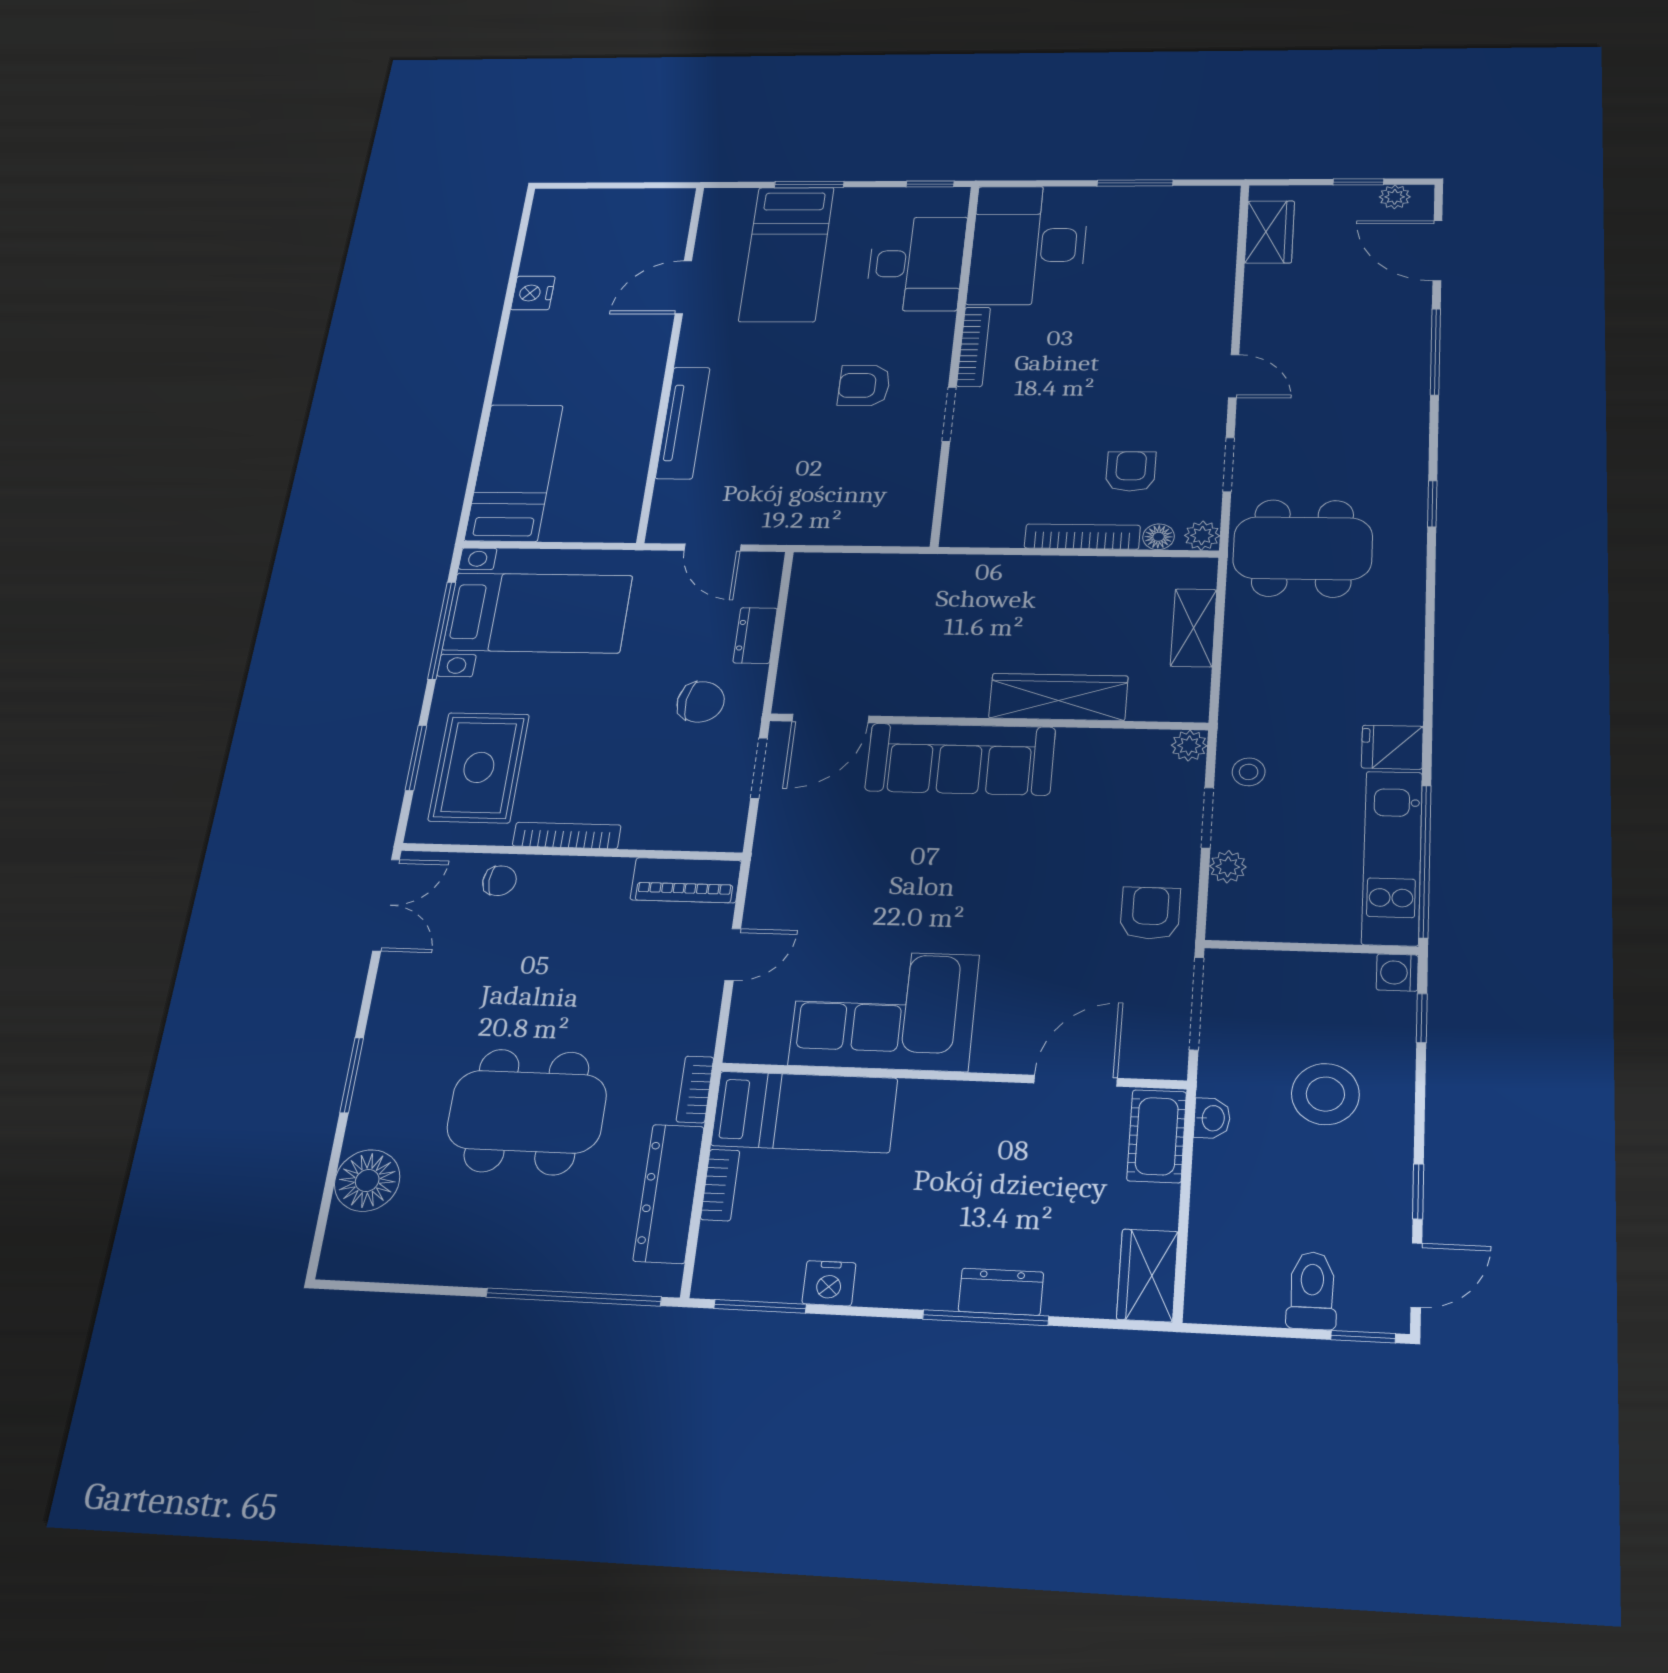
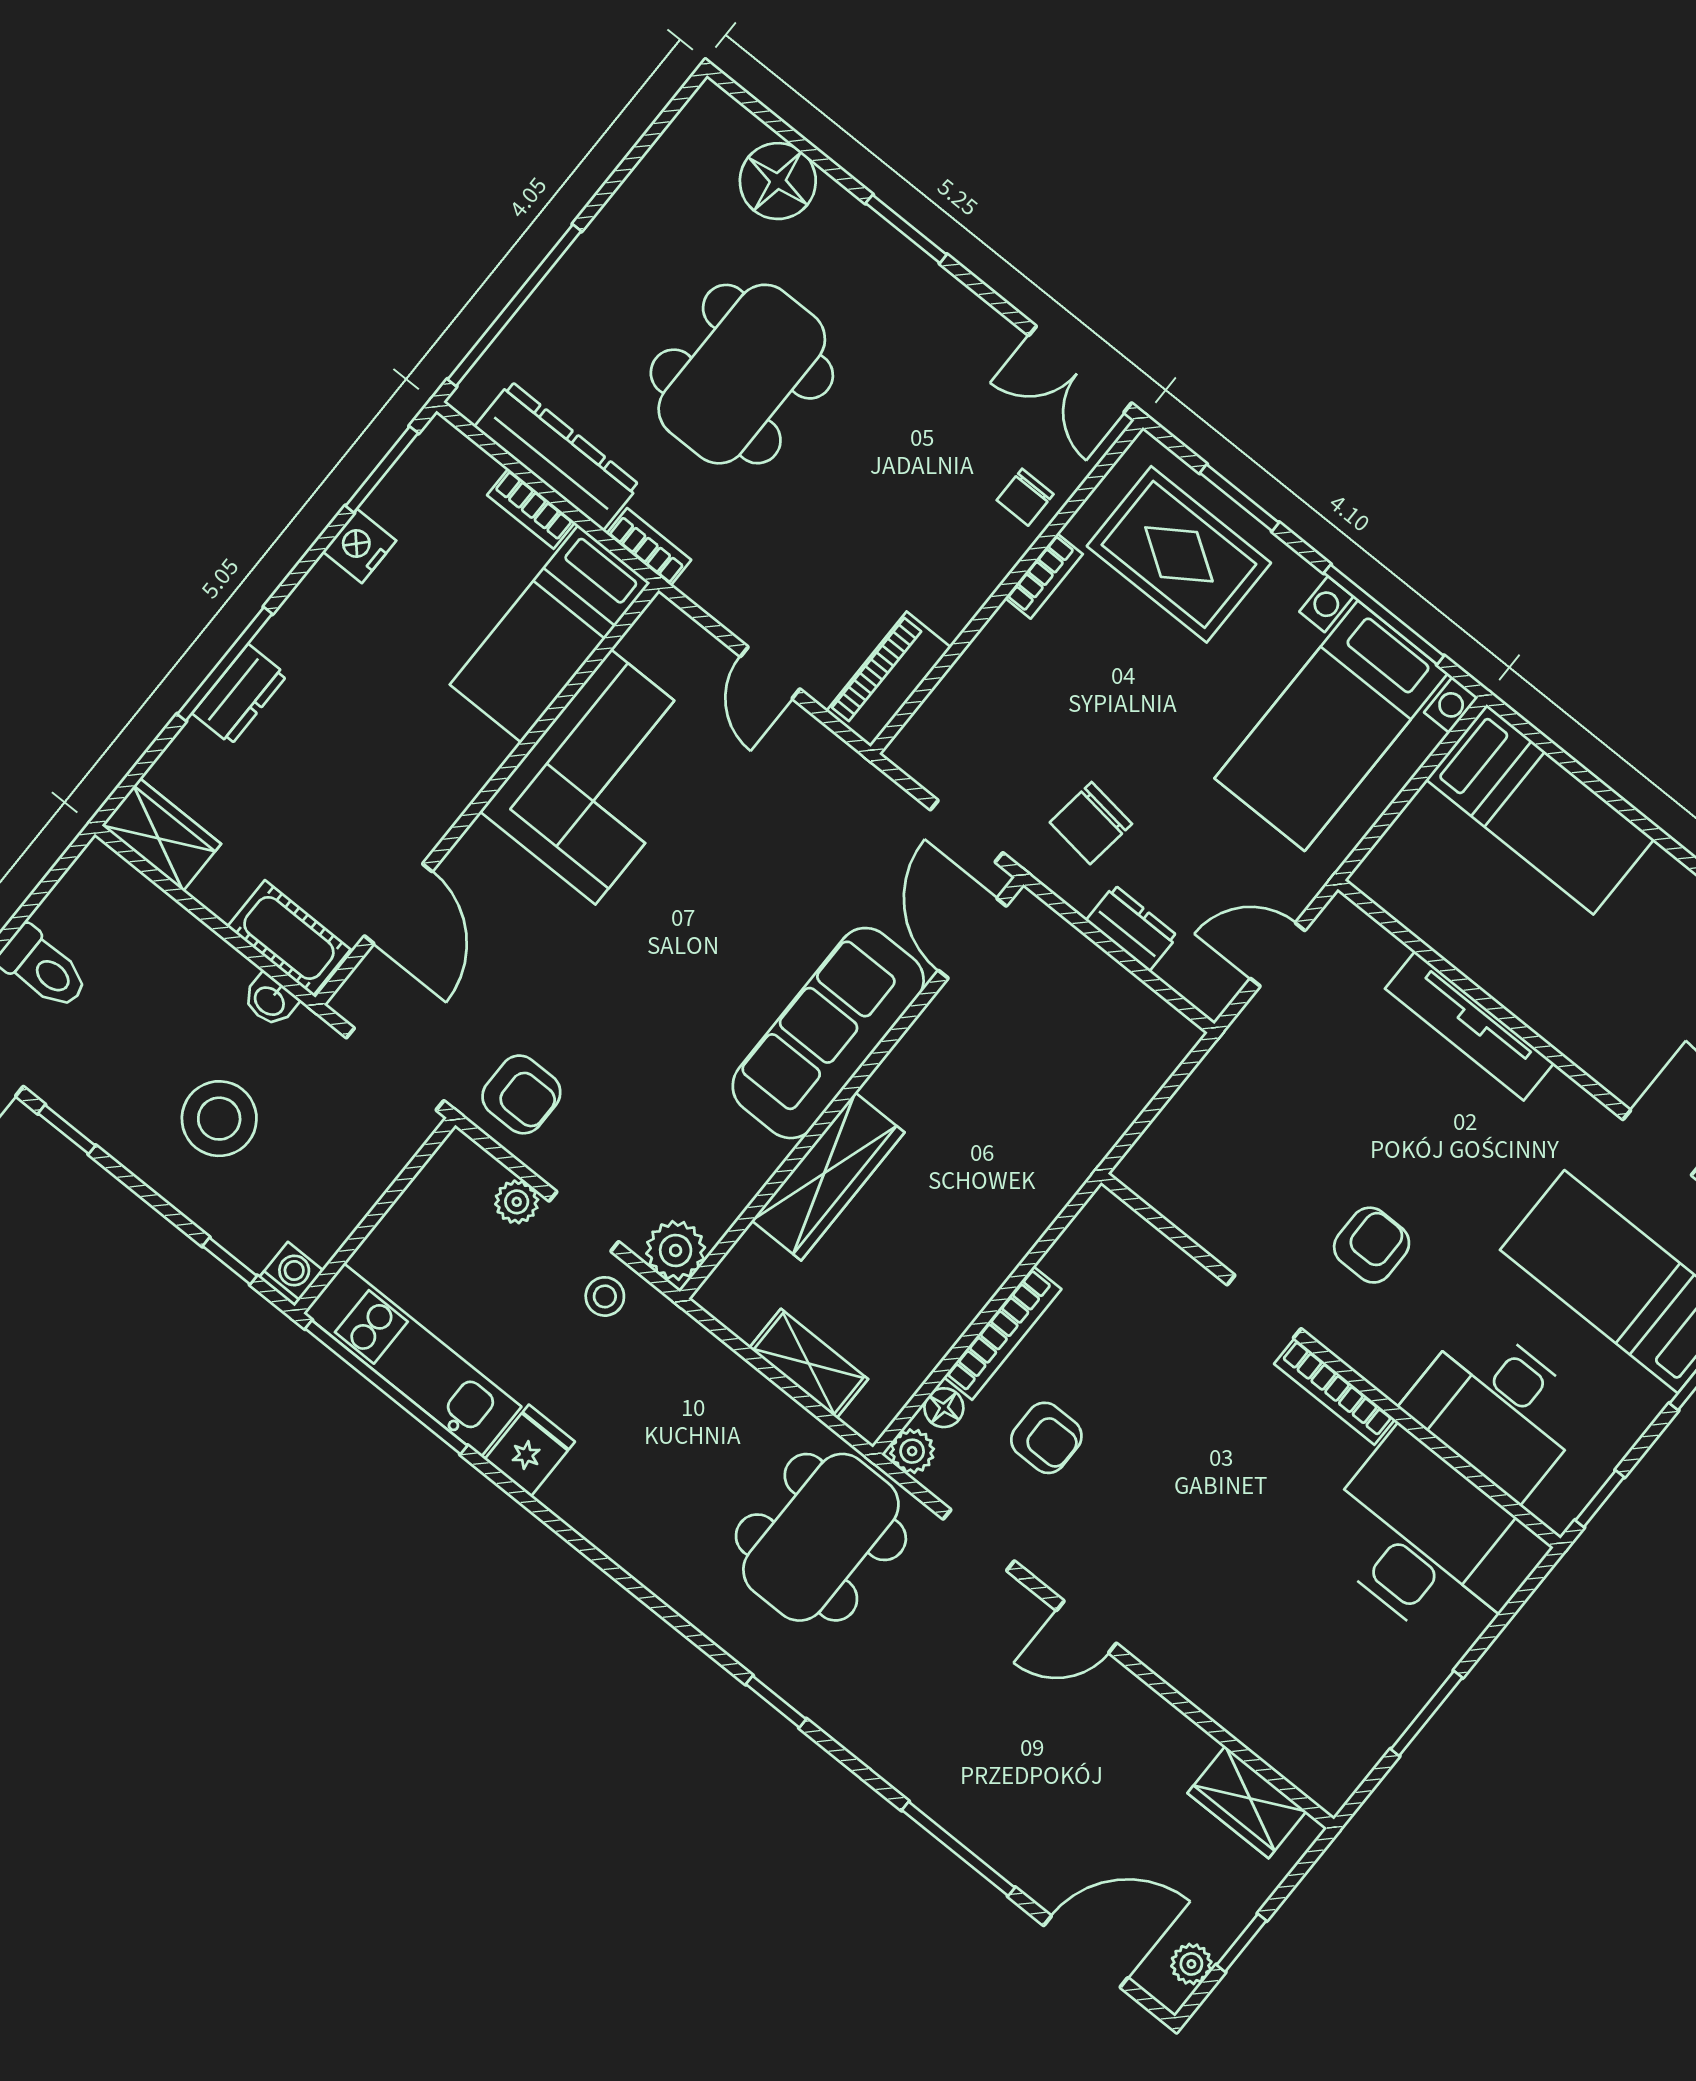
plant: (1189, 746) -> (676, 1250), width x1.38, depth x1.38
bookcase: (567, 836) -> (1044, 576), width x0.64

